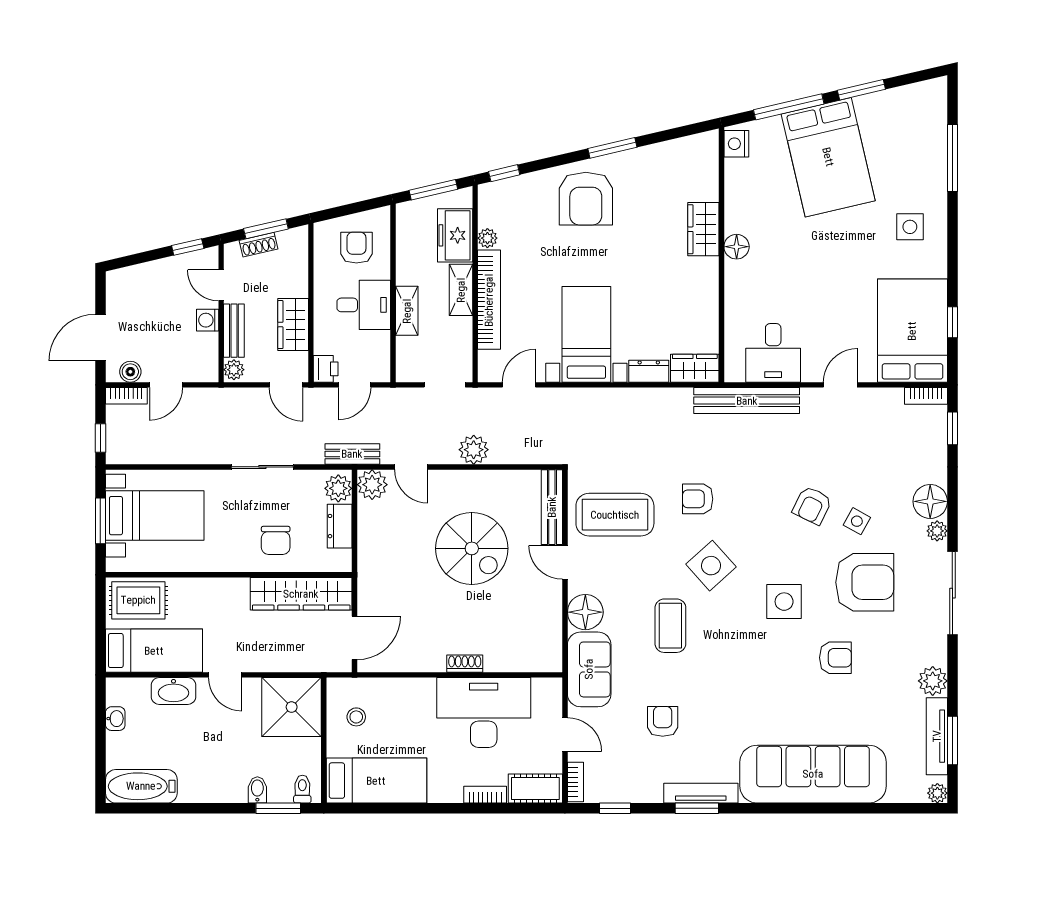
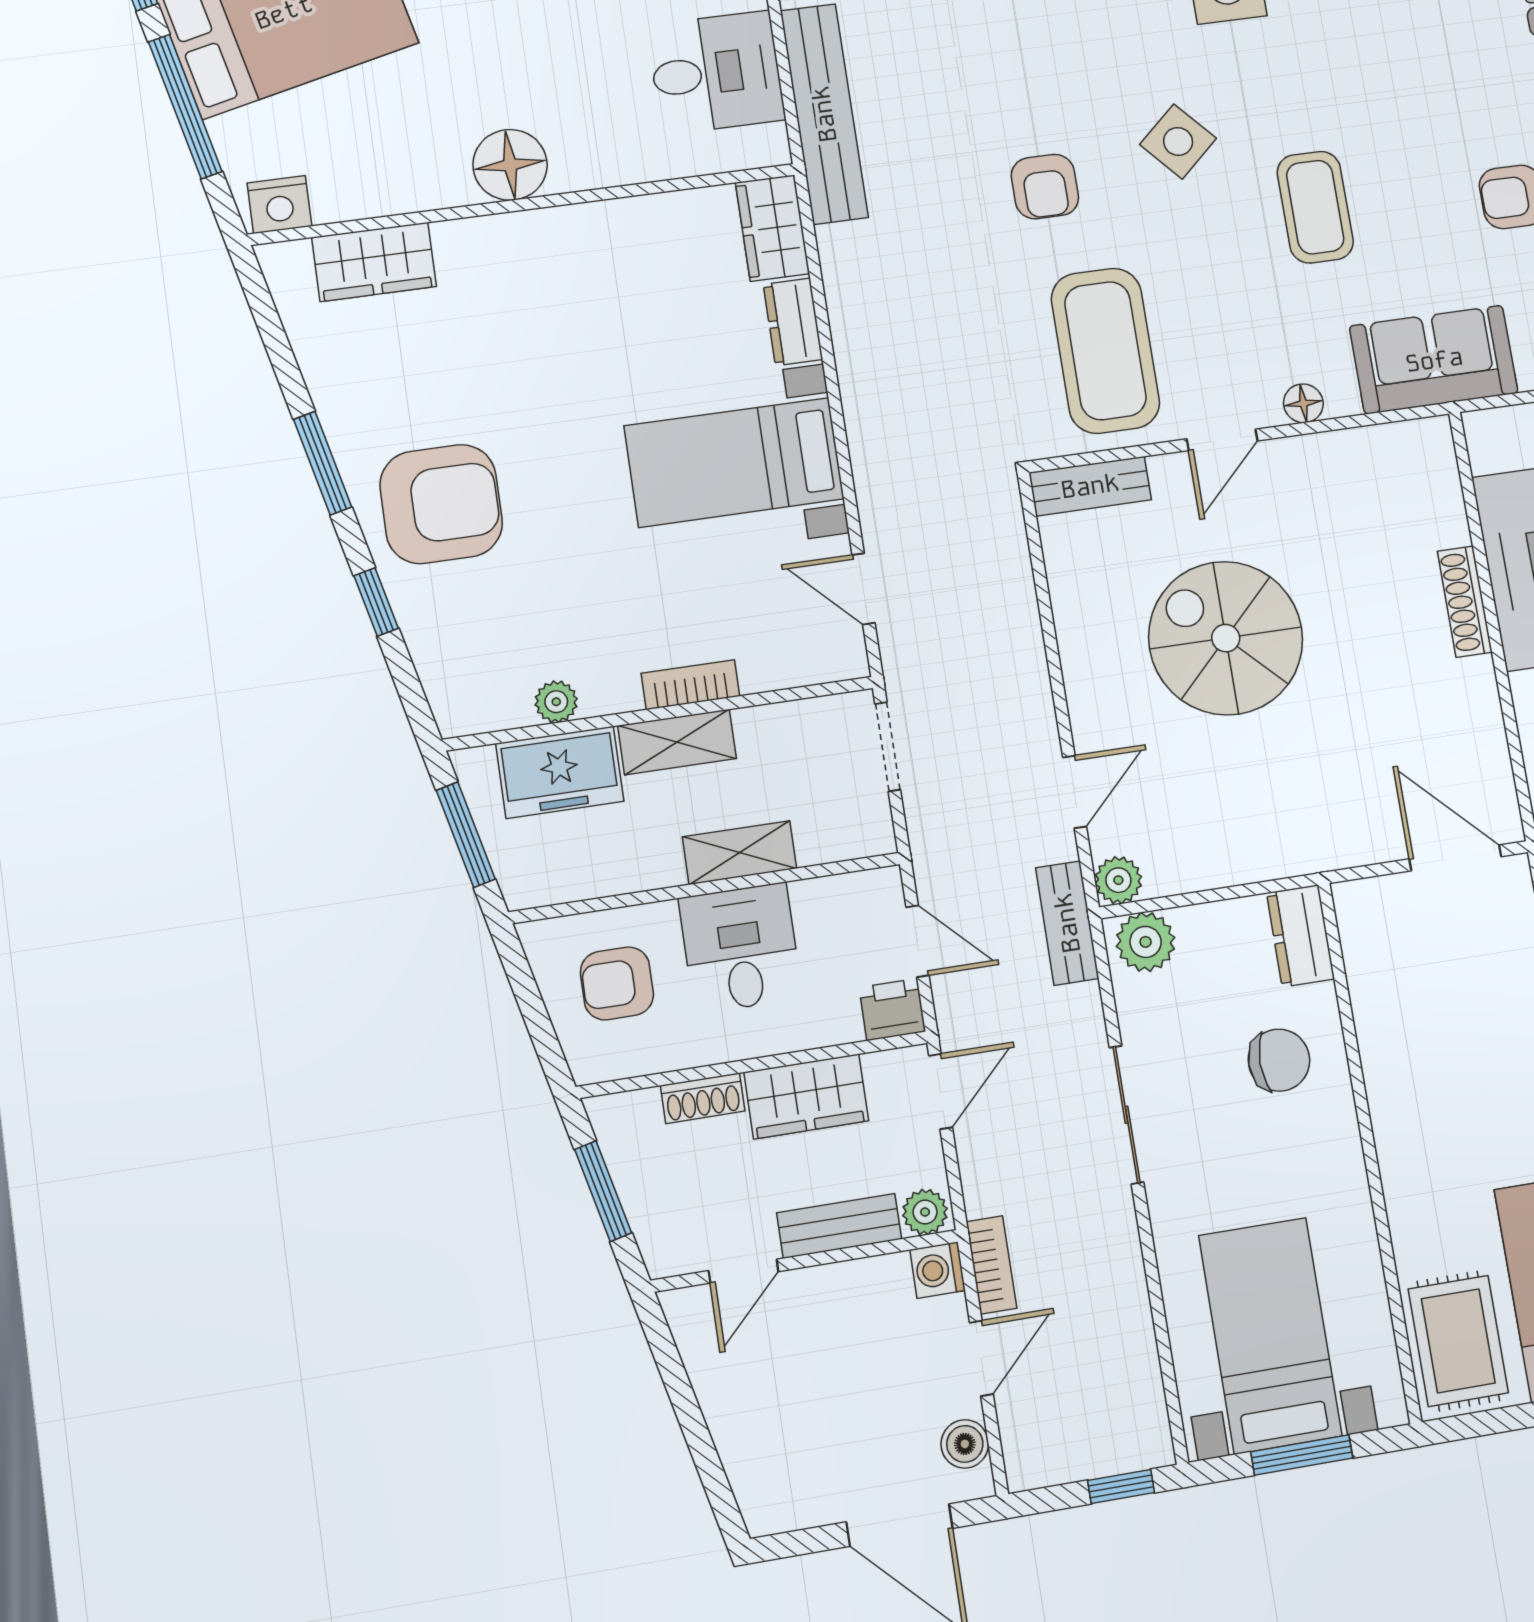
window: (504, 173) -> (376, 602), moved
wardrobe: (703, 229) -> (374, 262), moved
shoe rack: (259, 245) -> (703, 1098), moved, turned 103
window: (188, 247) -> (669, 1361), removed
floor lamp: (737, 247) -> (510, 165), width x1.38, depth x1.38
bookcase: (489, 300) -> (690, 685), width x0.43, depth x0.76
washing machine: (208, 320) -> (938, 1270), moved, turned 90
door: (166, 385) -> (981, 1358), hinge flipped
bookcase: (126, 396) -> (991, 1265), moved
plant: (474, 450) -> (1017, 665), removed
plant: (372, 485) -> (1118, 880), width x0.73, depth x0.73
bench: (552, 507) -> (1090, 486), width x0.73
dresser: (340, 526) -> (1300, 936), moved, turned 90
spiral stairs: (472, 548) -> (1226, 638), turned -90
side table: (711, 566) -> (1178, 141), width x0.73, depth x0.73
wardrobe: (301, 594) -> (1383, 987), removed
floor lamp: (585, 612) -> (1303, 403), width x0.53, depth x0.53
coffee table: (670, 626) -> (1315, 207), turned 90
shoe rack: (465, 664) -> (1465, 602), width x1.43

